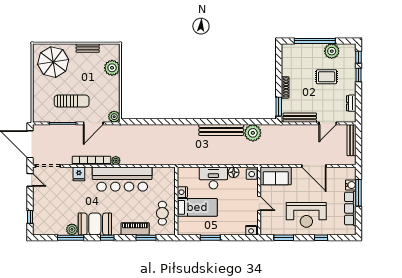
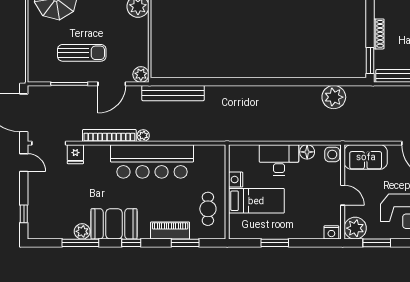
bench: (221, 130) -> (173, 93), moved
fridge: (79, 174) -> (75, 154), moved
plant: (268, 227) -> (355, 228), added

